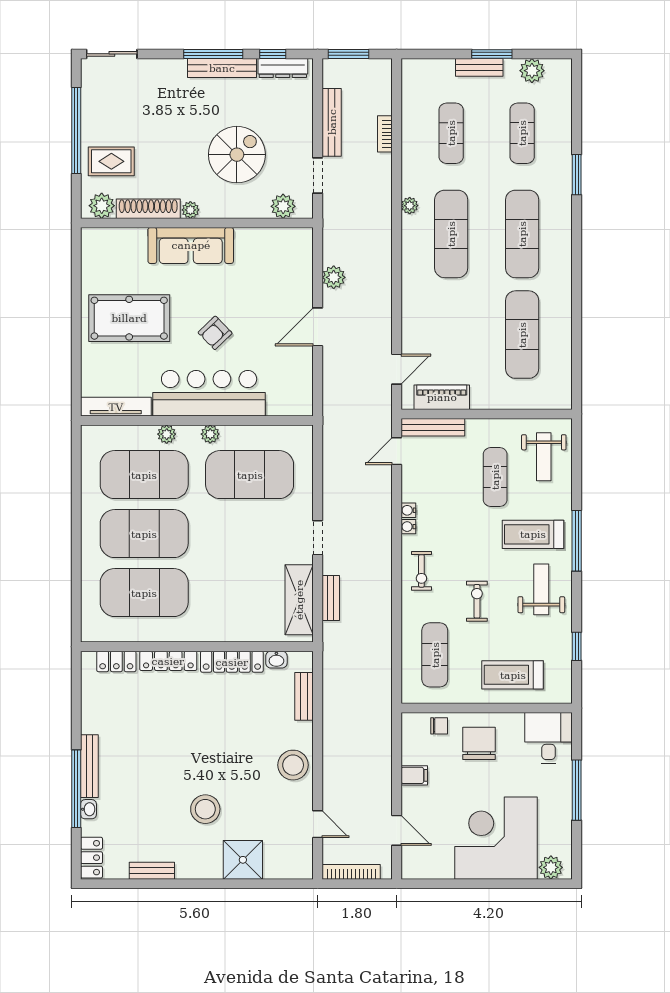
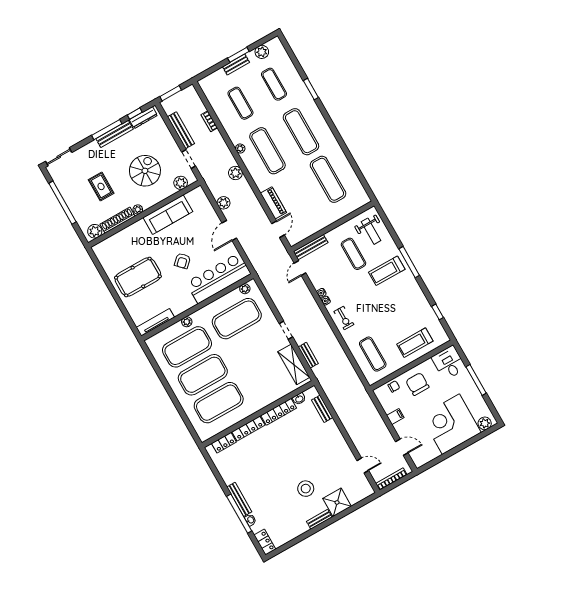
rug: (111, 161) -> (101, 186), moved, turned 90
plant: (380, 240) -> (235, 173), added
sofa: (191, 245) -> (168, 215), moved
bar counter: (209, 393) -> (218, 278), moved
piano: (442, 397) -> (273, 203), moved, turned 90
plant: (210, 434) -> (245, 289), moved
weight bench: (541, 589) -> (405, 295), removed
exercise bike: (477, 601) -> (378, 317), removed
stool: (293, 765) -> (335, 444), removed
bench: (152, 871) -> (319, 519), moved

